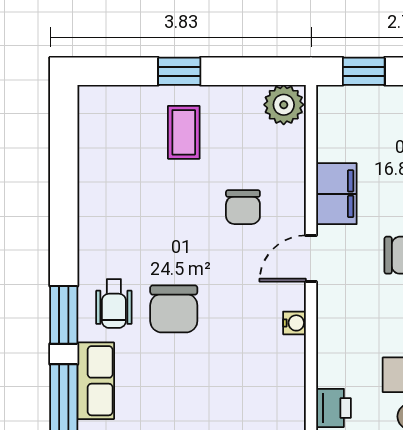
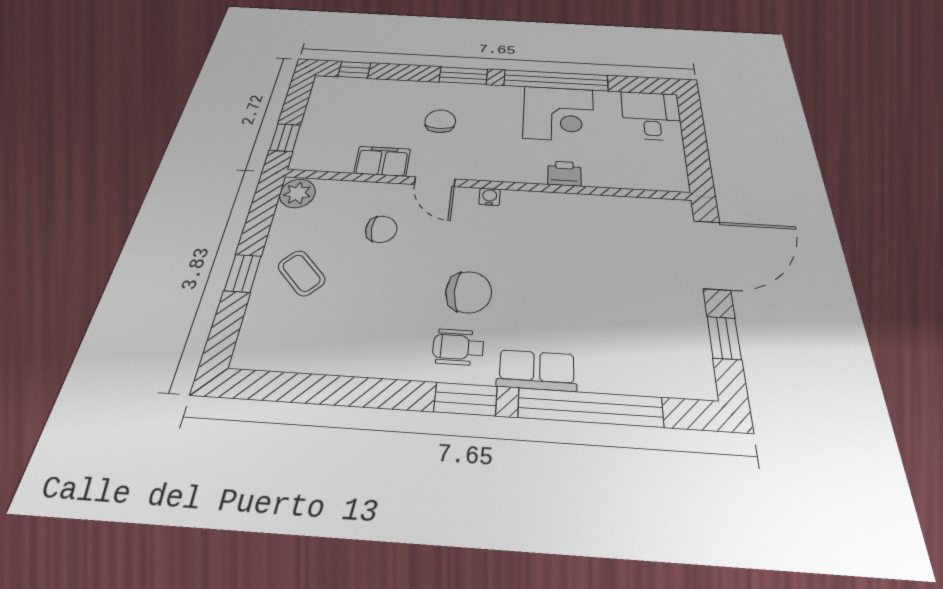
coffee table: (184, 132) -> (302, 273), turned 45
wheelchair: (114, 303) -> (458, 347), turned 180

